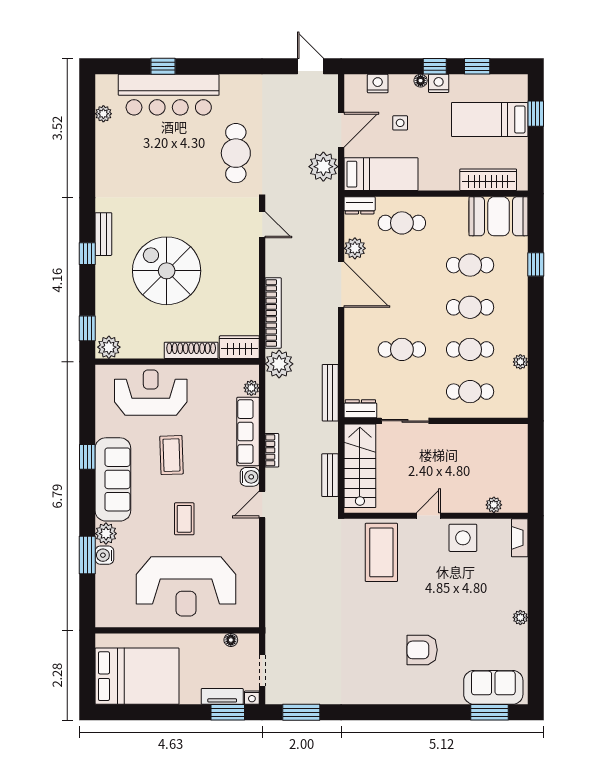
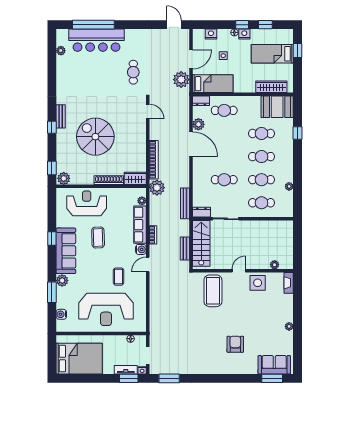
window: (163, 66) -> (93, 25), width x3.17
cafe table: (236, 153) -> (133, 72), width x0.73, depth x0.74
coffee table: (184, 519) -> (119, 277), moved
water cooler: (104, 555) -> (61, 314), moved
armchair: (422, 650) -> (235, 344), turned 90

